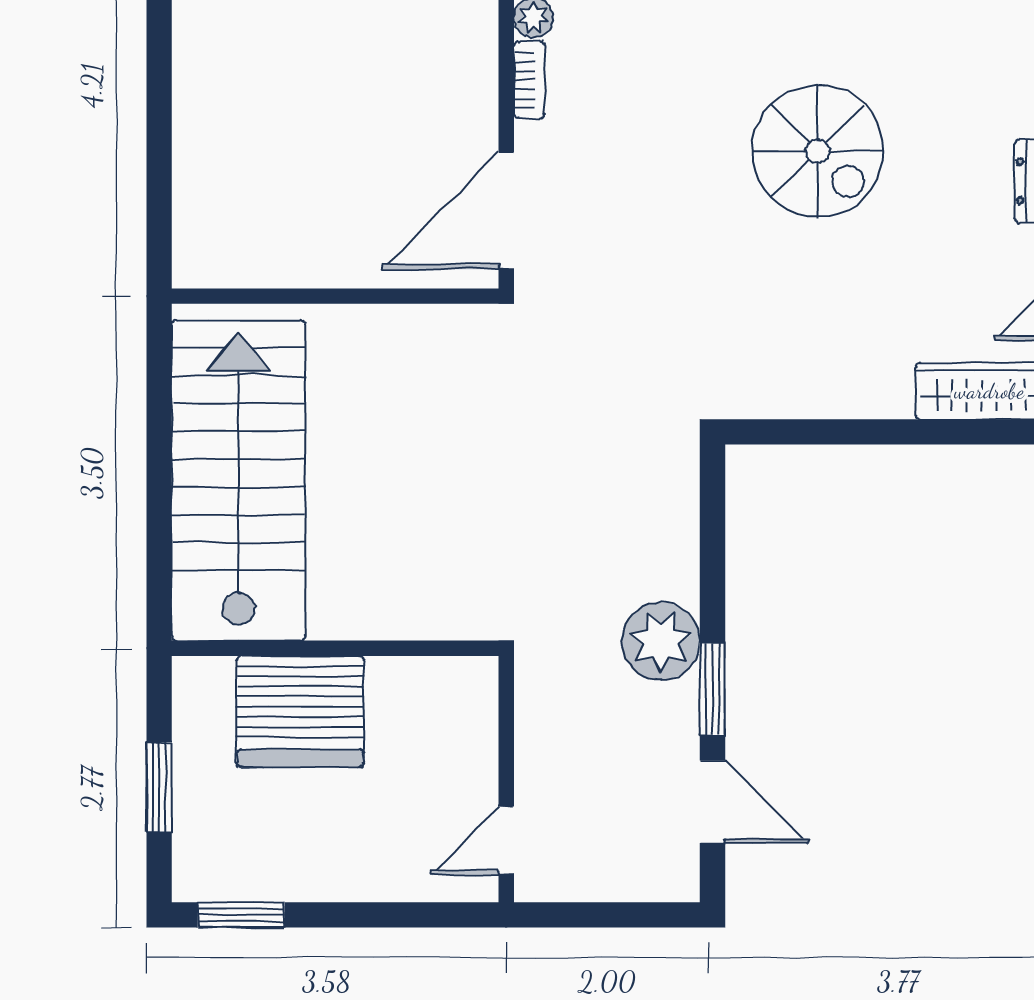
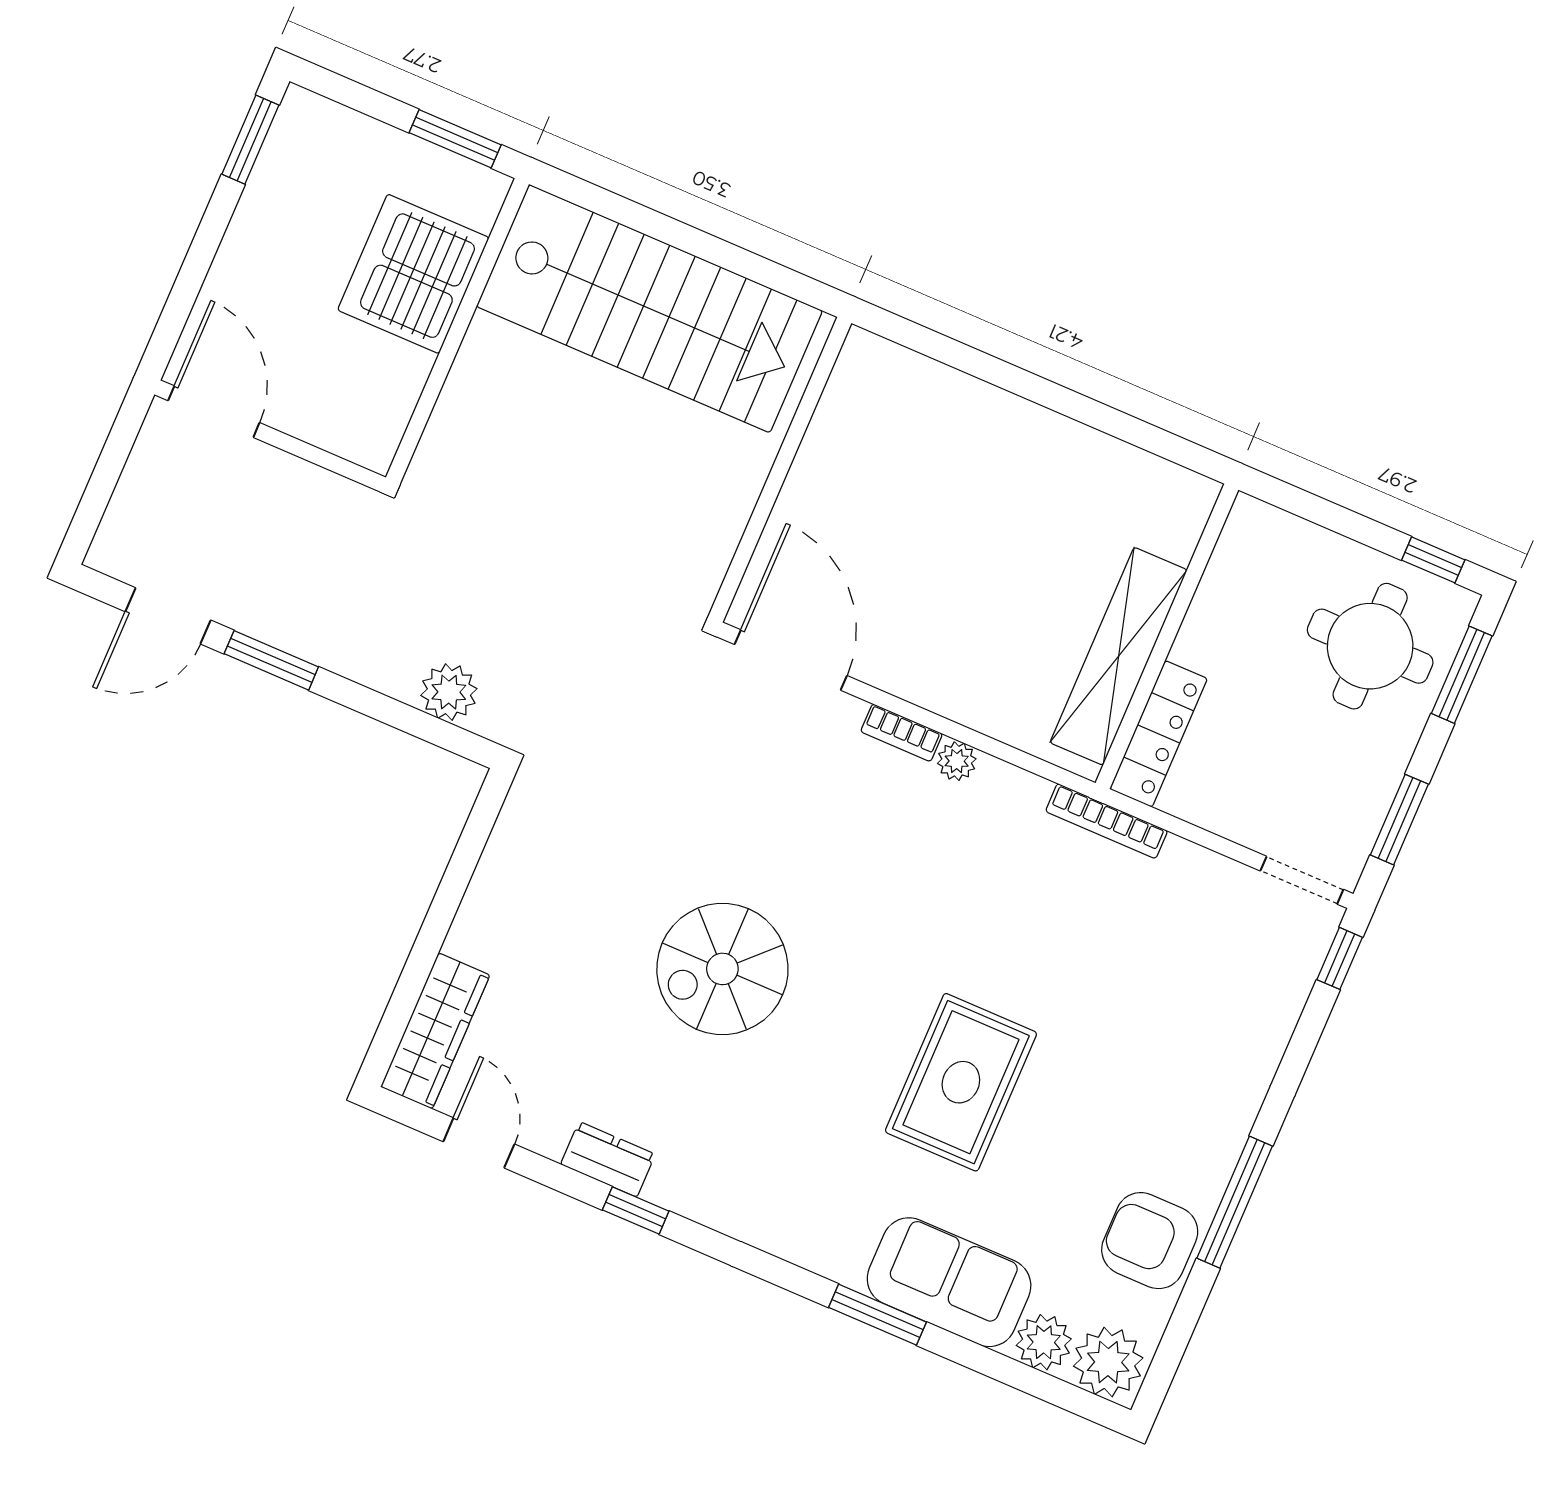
plant: (661, 641) -> (449, 692), moved, width x0.73, depth x0.73
window: (159, 787) -> (455, 139), moved
door: (506, 841) -> (214, 412), width x1.38

